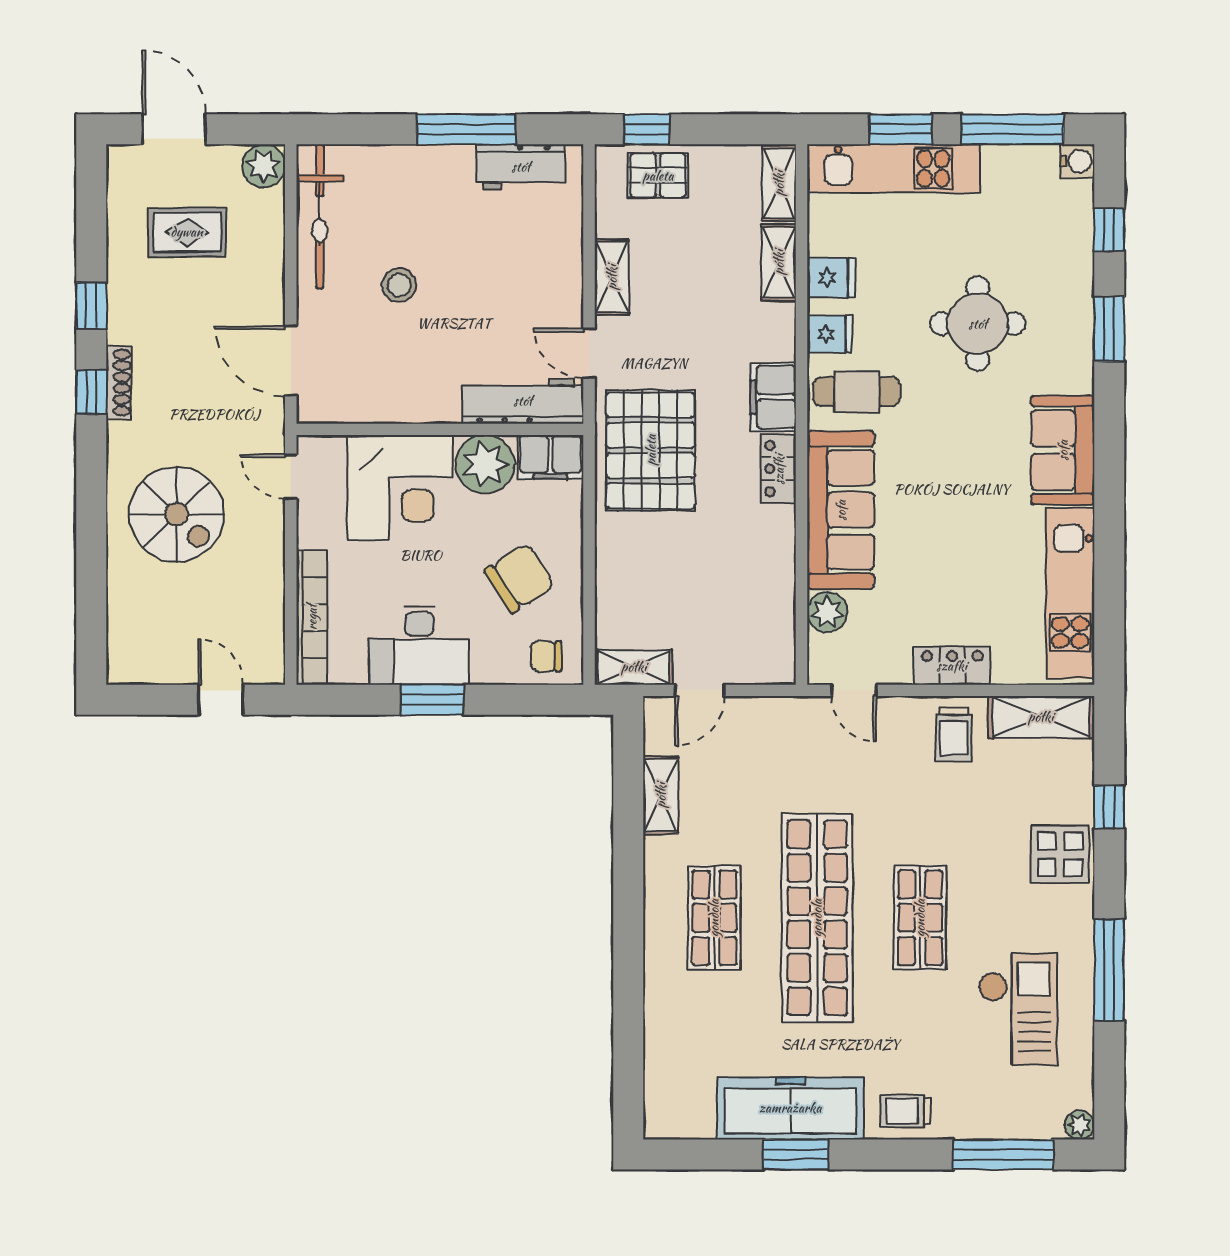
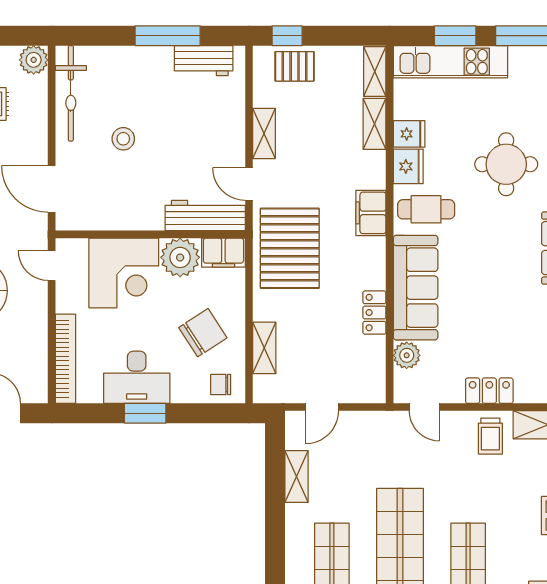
fridge: (830, 334) -> (408, 166), width x1.38
locker: (779, 469) -> (374, 313), moved
shelving: (634, 667) -> (264, 348), moved, turned 90

